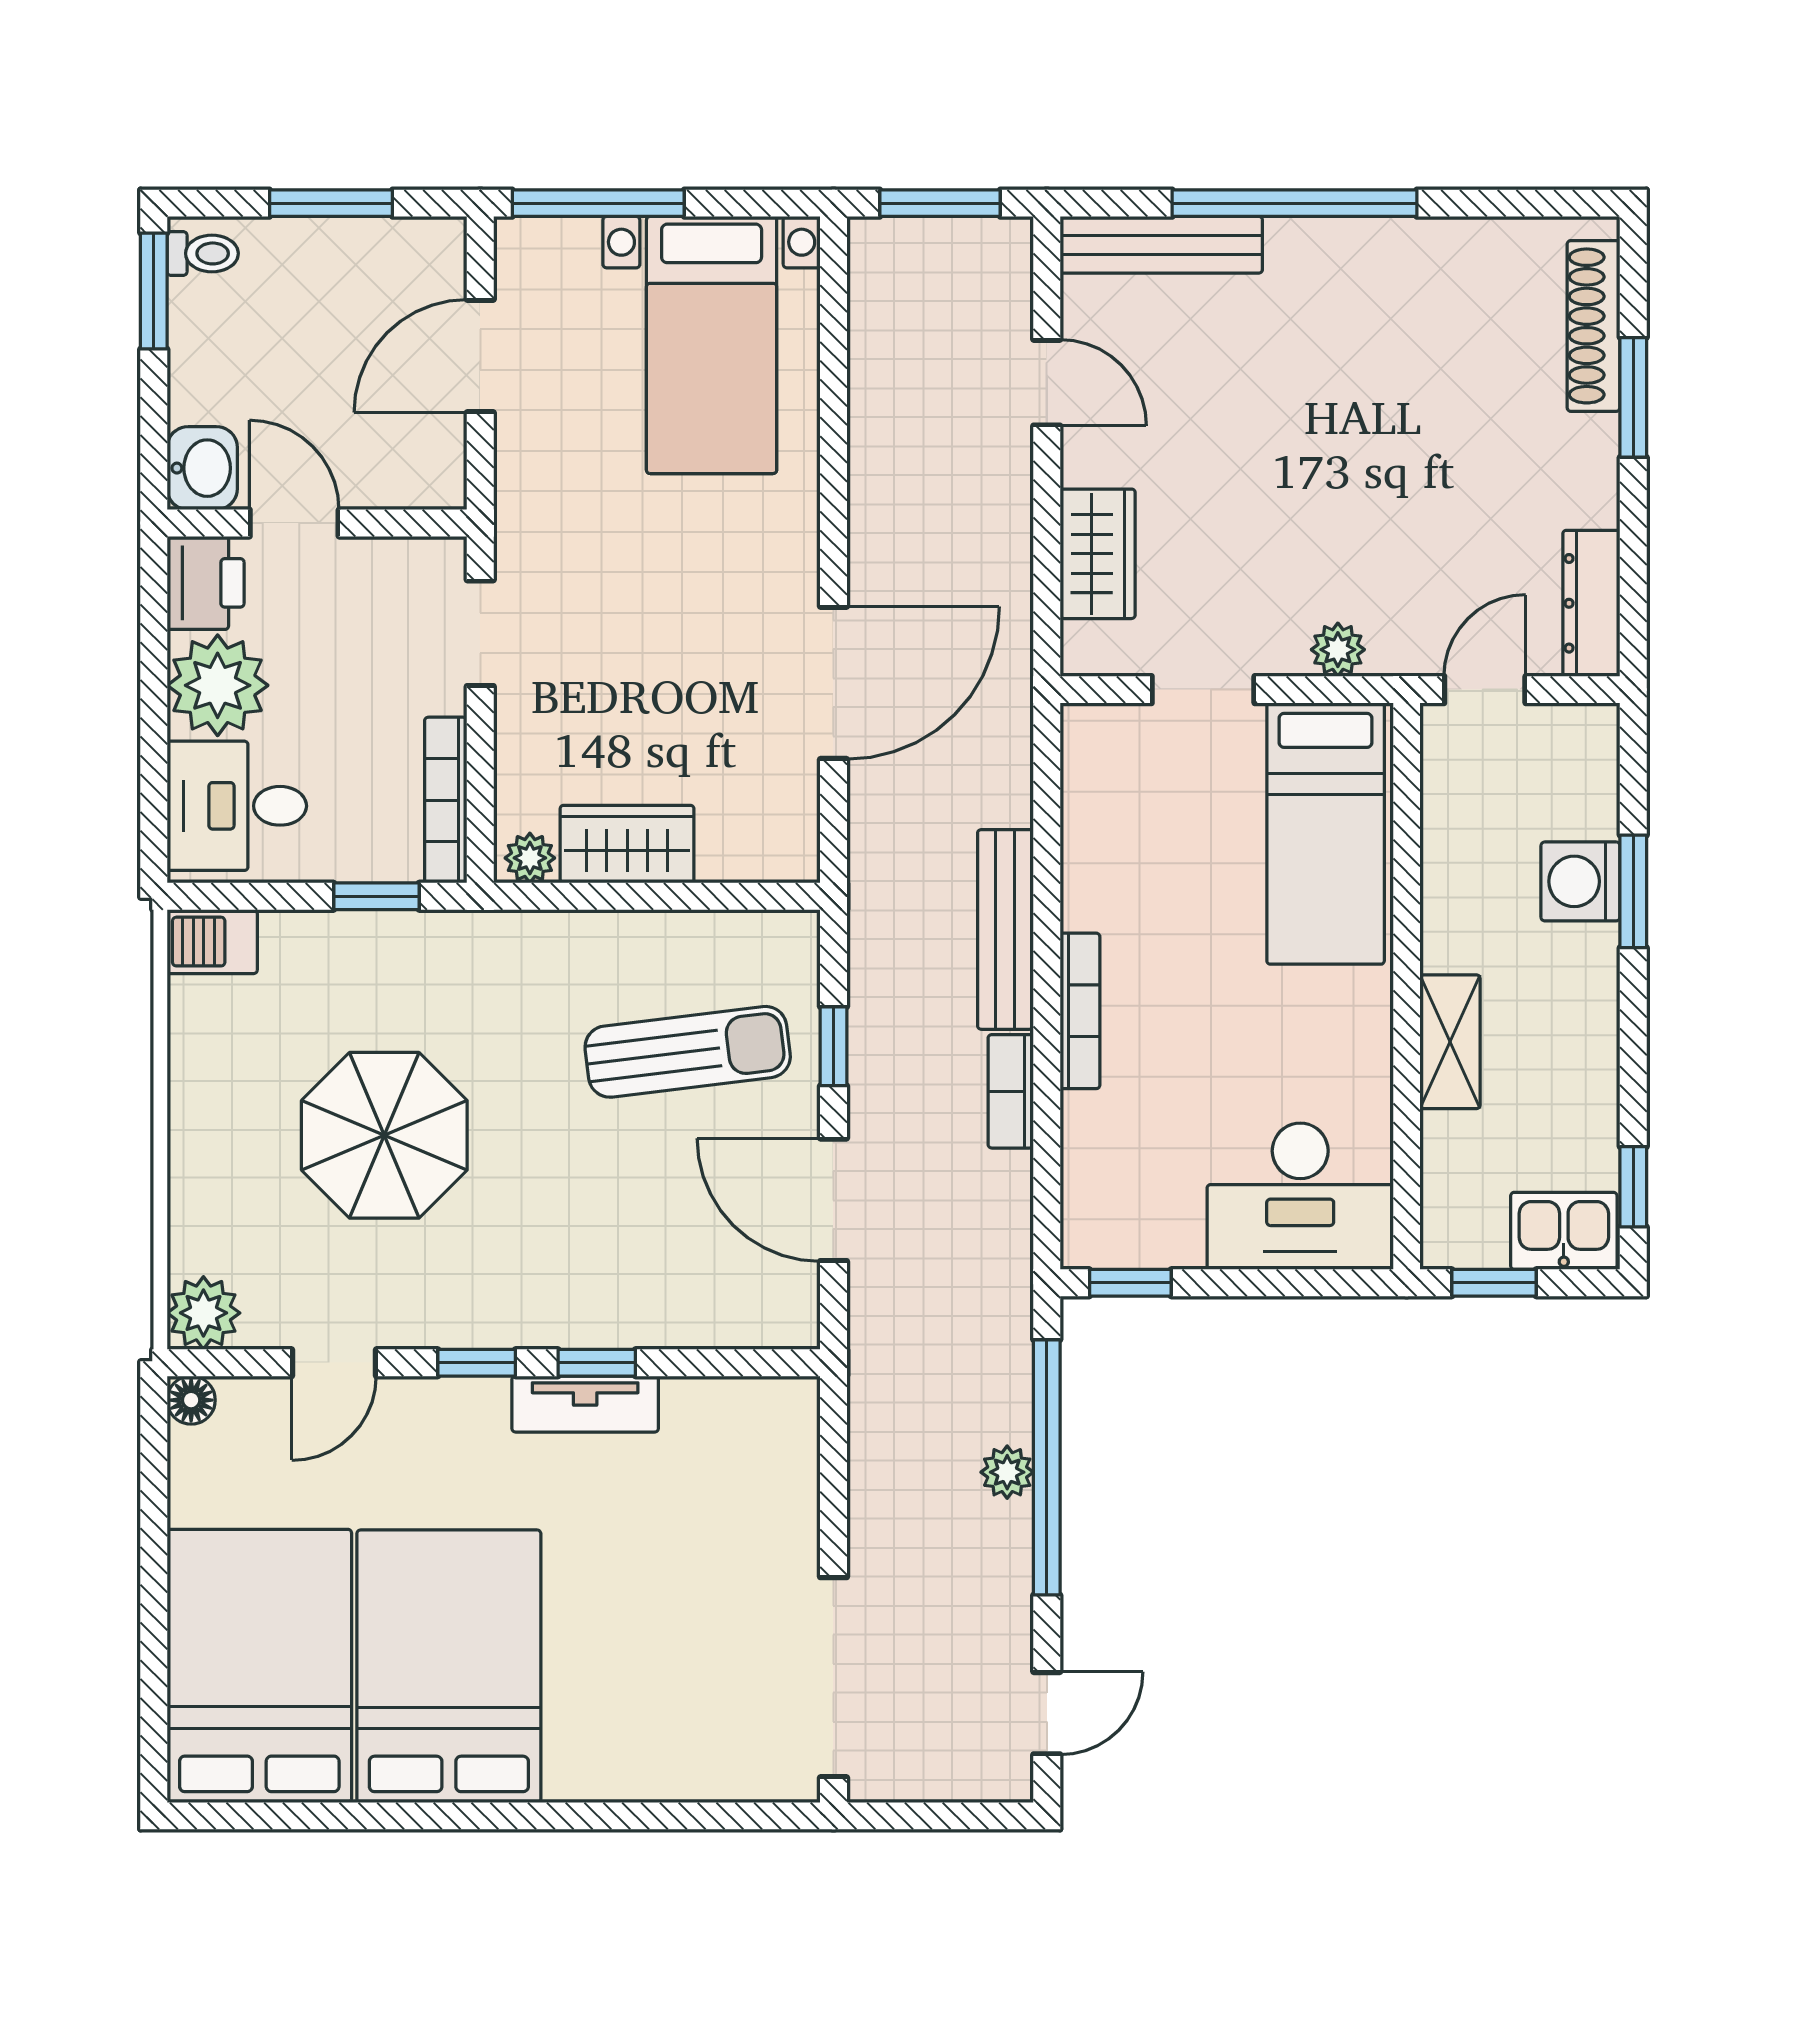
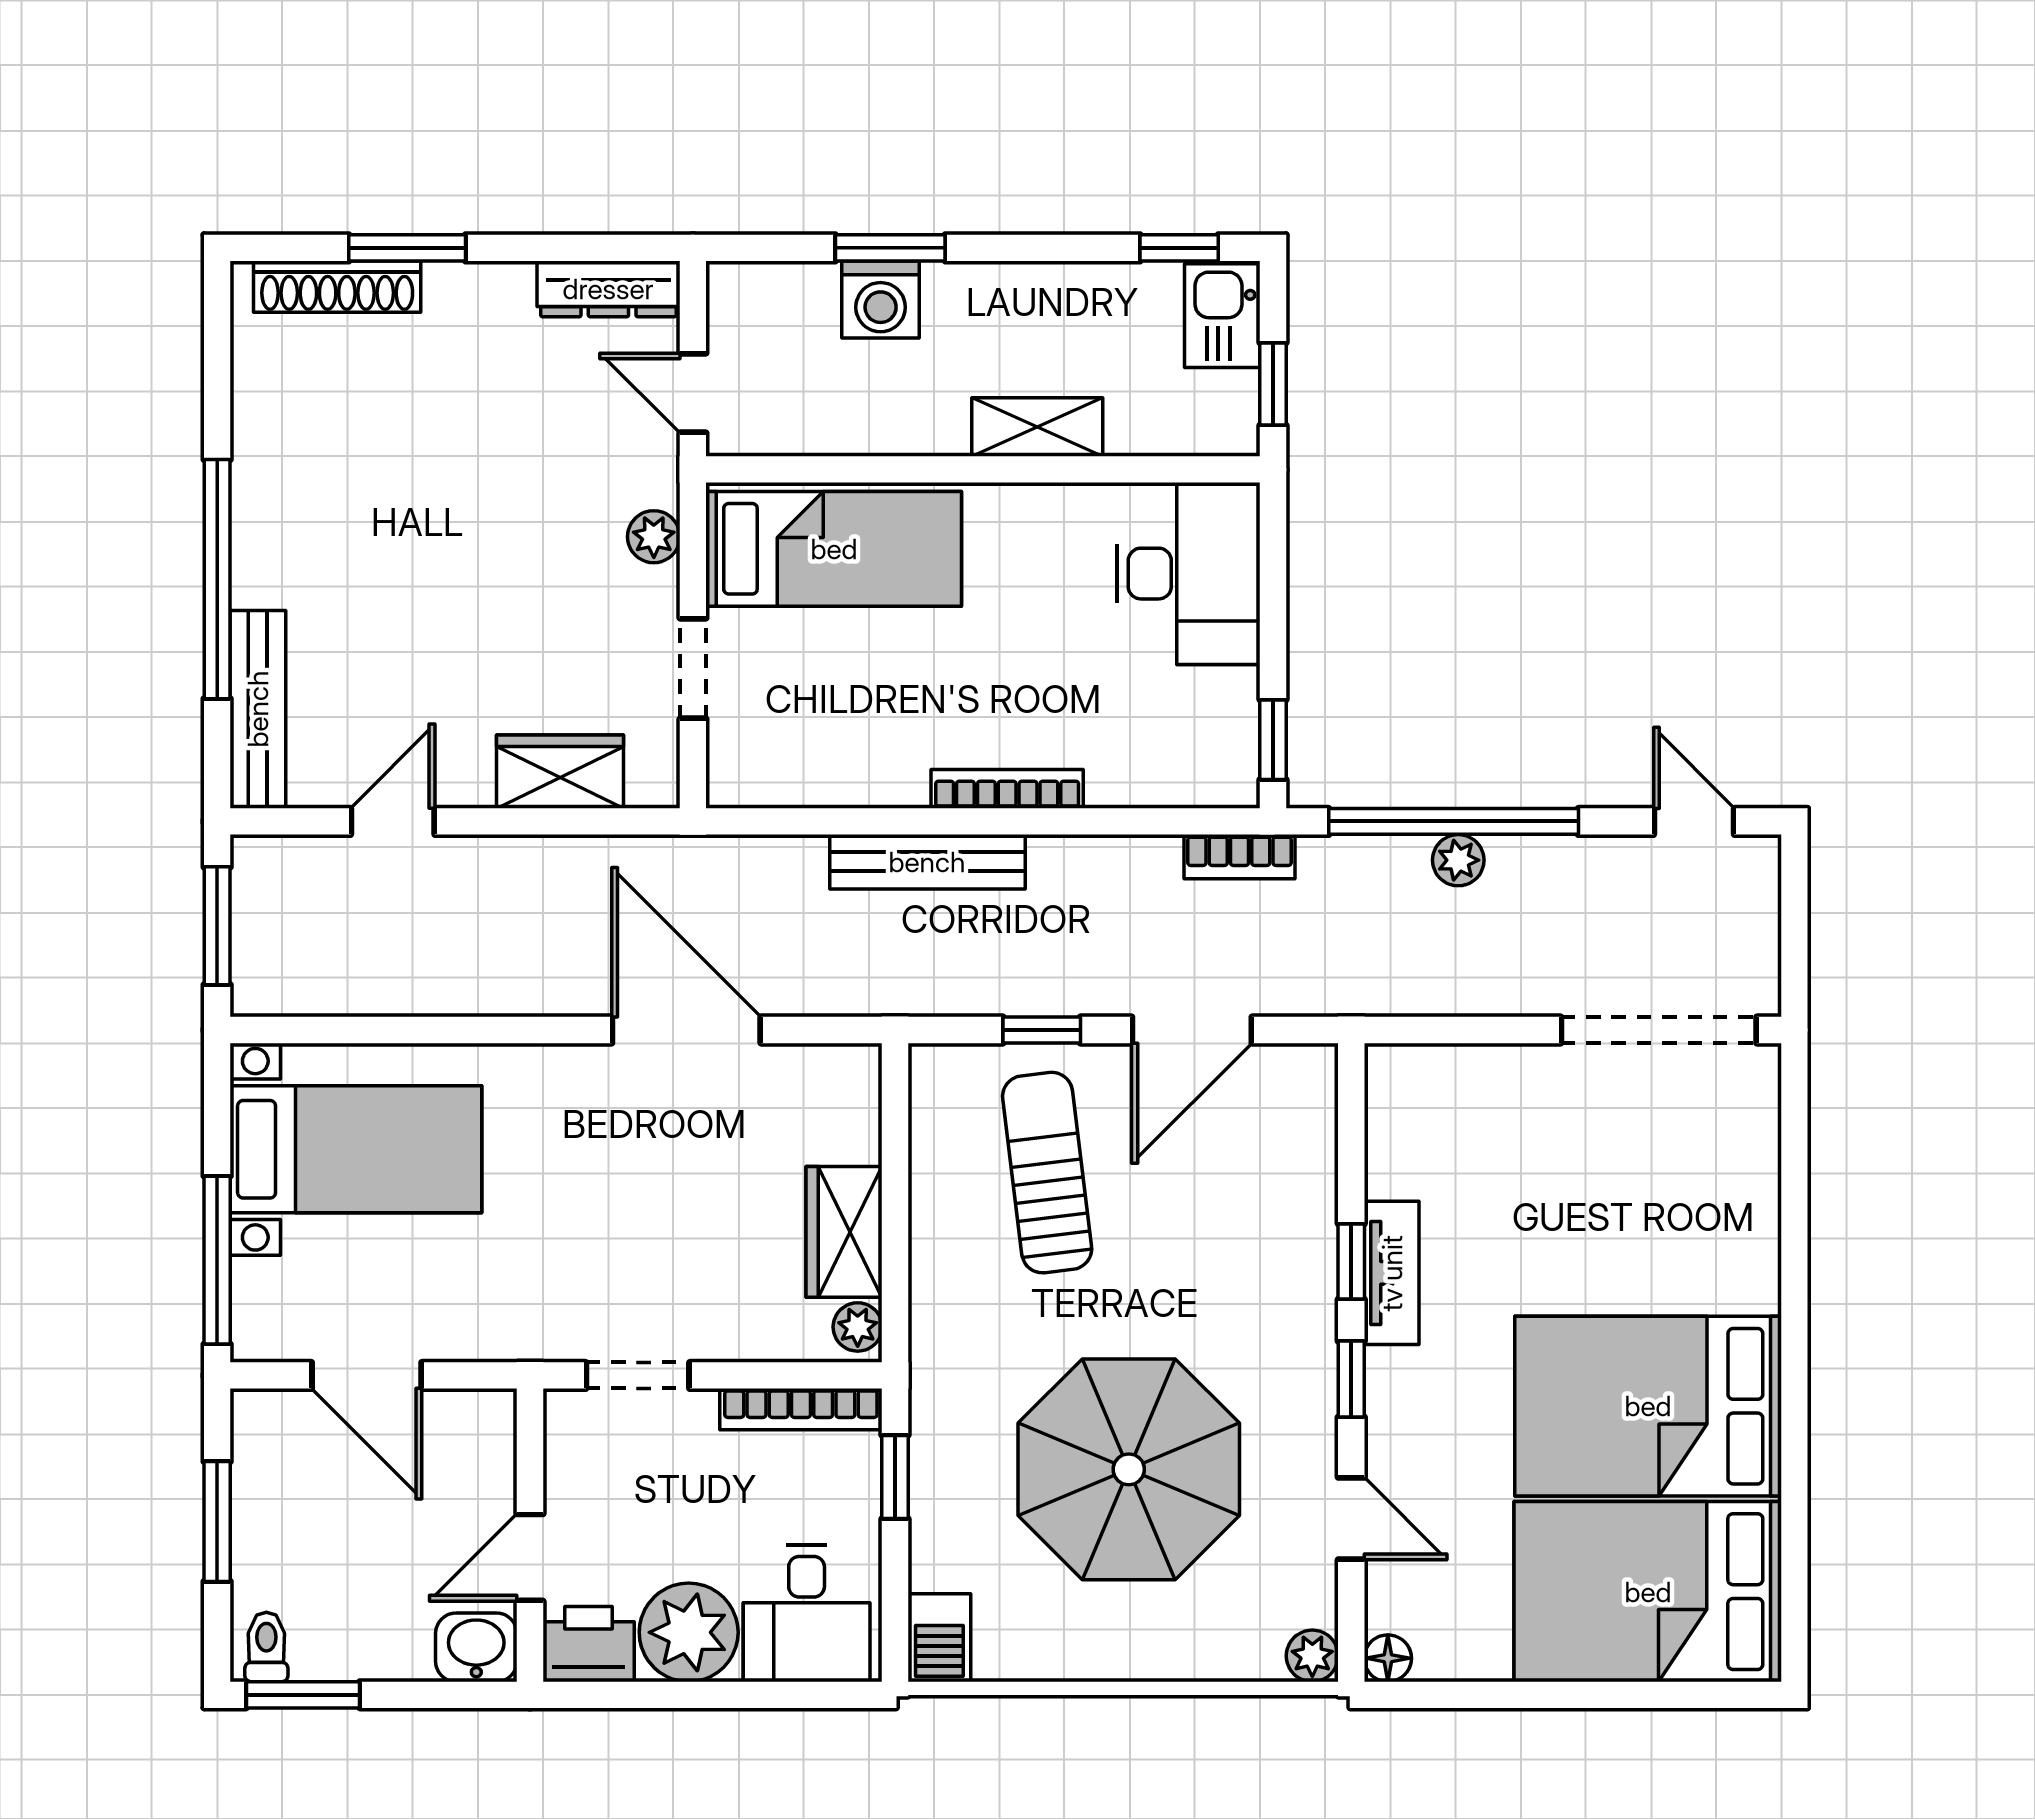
bookcase: (1011, 1091) -> (1240, 857), moved
parasol: (384, 1135) -> (1129, 1469), width x1.36, depth x1.36
plant: (203, 1313) -> (1312, 1656), width x0.73, depth x0.73

